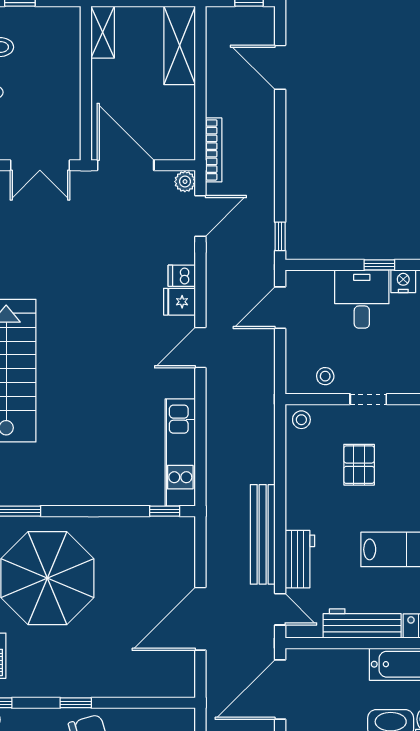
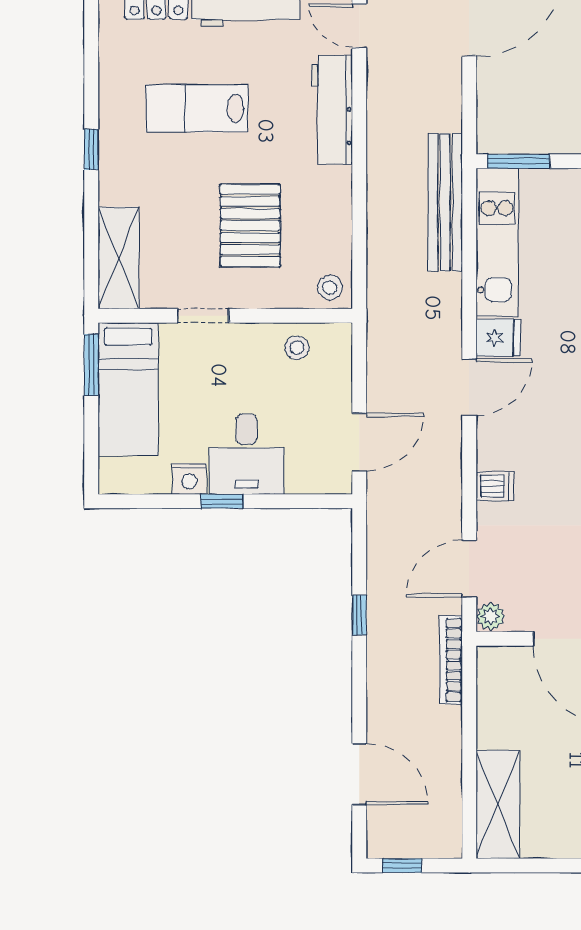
window: (280, 236) -> (359, 615), moved
fridge: (179, 302) -> (498, 338), moved
doorway: (368, 399) -> (203, 316), moved
pallet: (359, 465) -> (250, 225), width x1.50, depth x1.42
window: (165, 511) -> (519, 161), width x1.50
bench: (263, 534) -> (445, 202), moved
workbench: (300, 559) -> (332, 110), width x1.37

